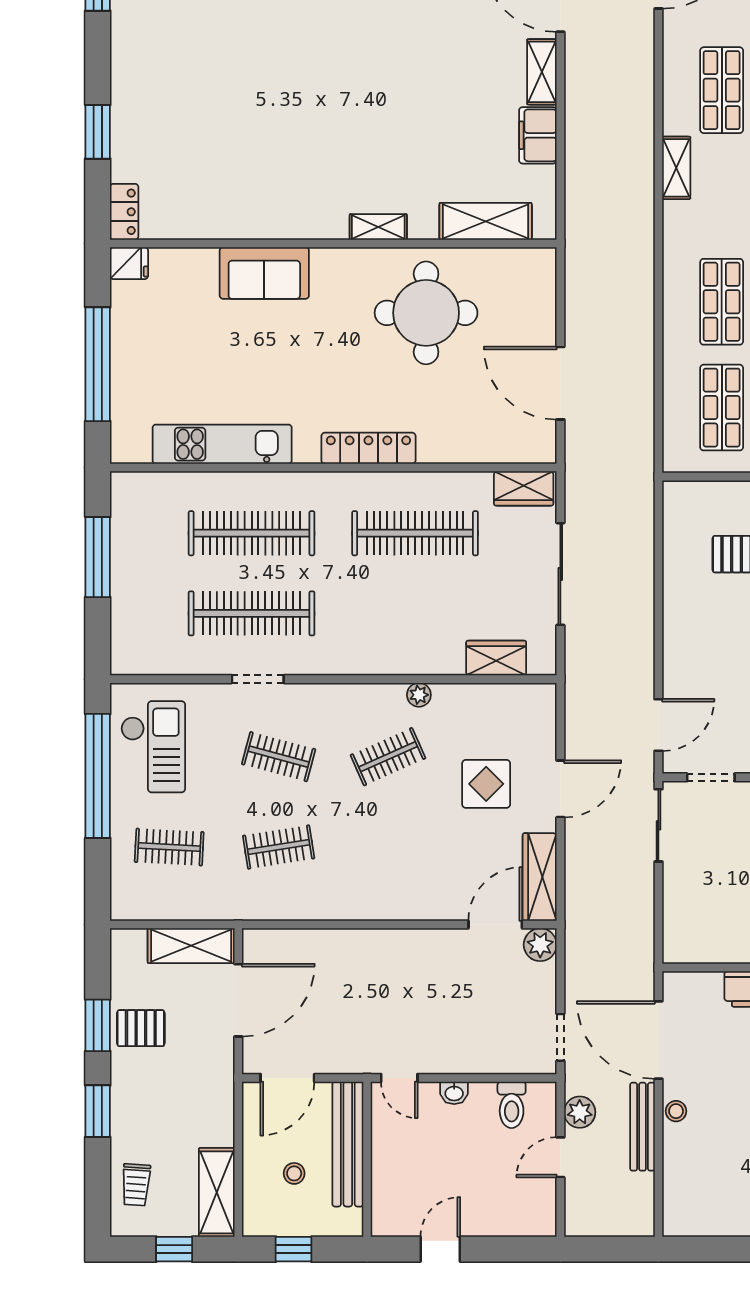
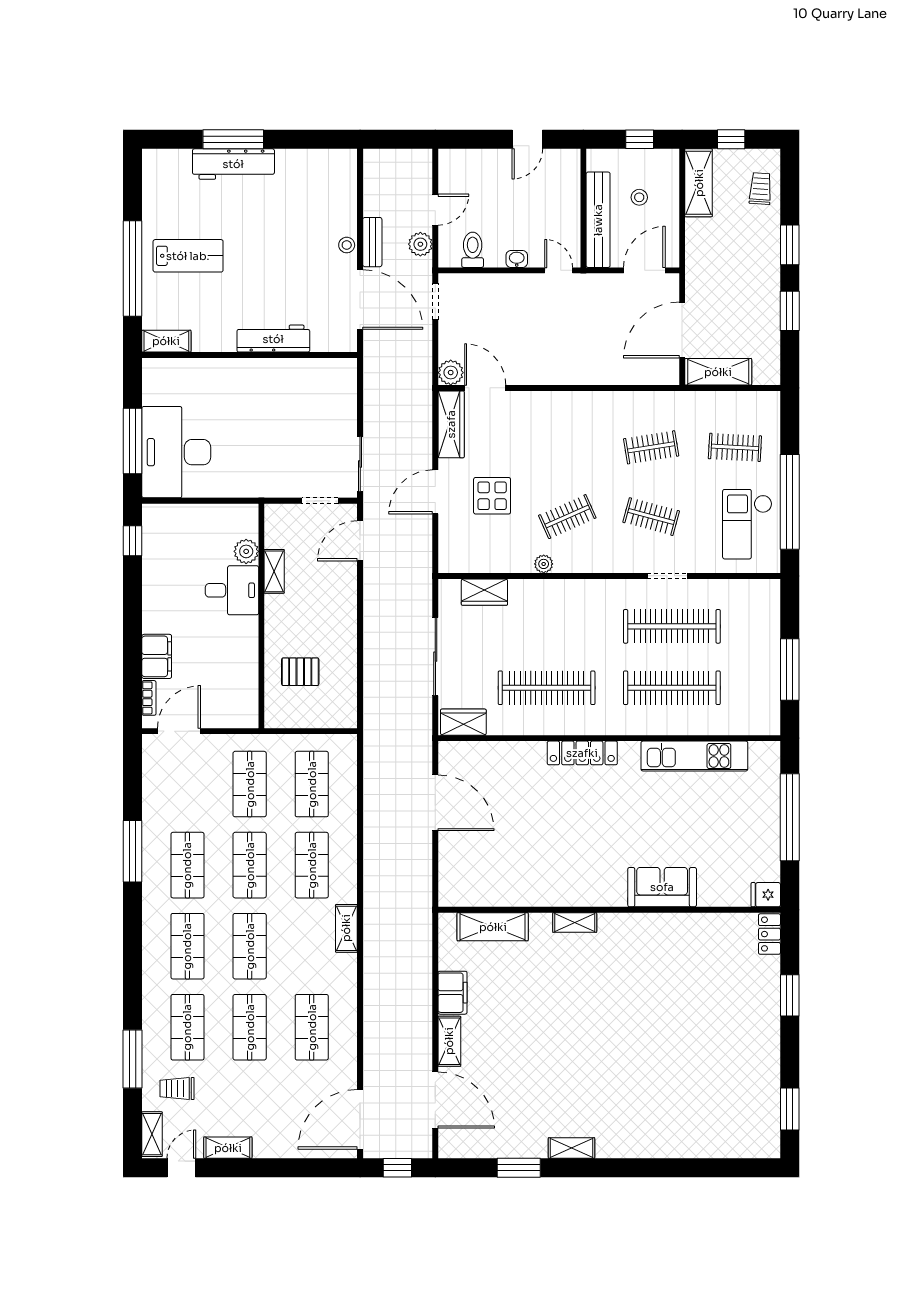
shelving: (676, 168) -> (346, 928), moved
round table: (426, 313) -> (538, 857), removed
door: (495, 925) -> (485, 388), swing flipped
pallet: (141, 1028) -> (757, 309), removed
bench: (642, 1127) -> (372, 242), width x0.73

